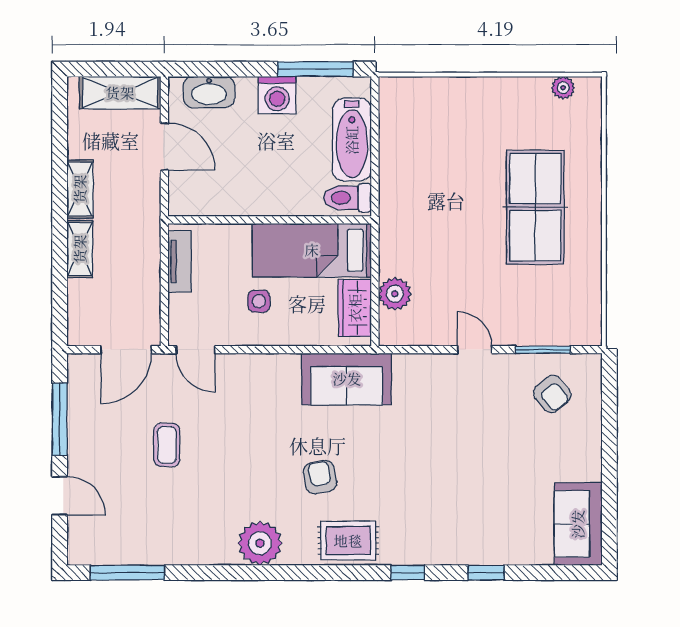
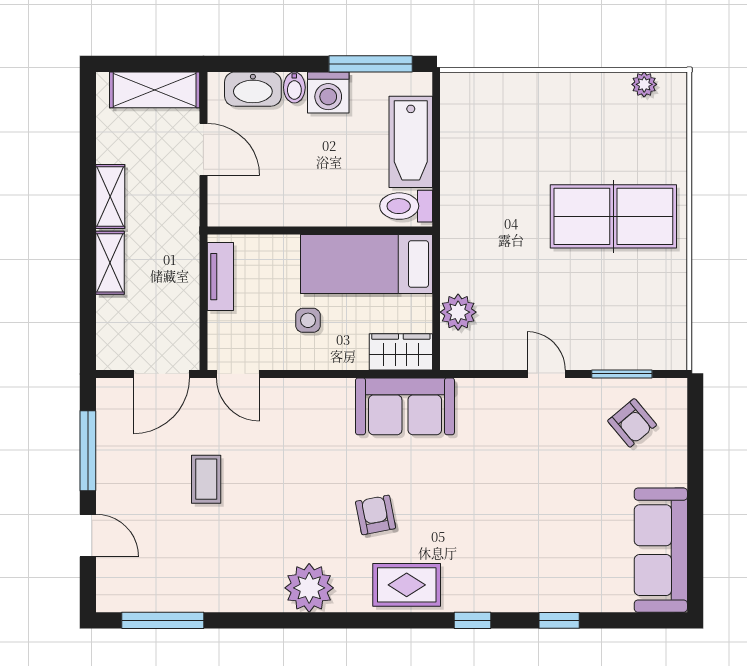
bidet: (247, 90) -> (294, 87), added
table tennis table: (535, 207) -> (613, 216), turned 90
wardrobe: (355, 308) -> (401, 352), moved, turned 90
sofa: (578, 524) -> (661, 550), width x1.36

